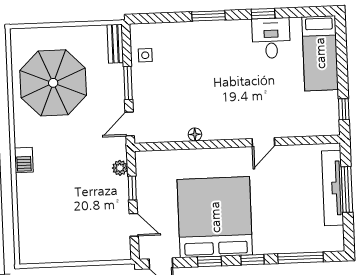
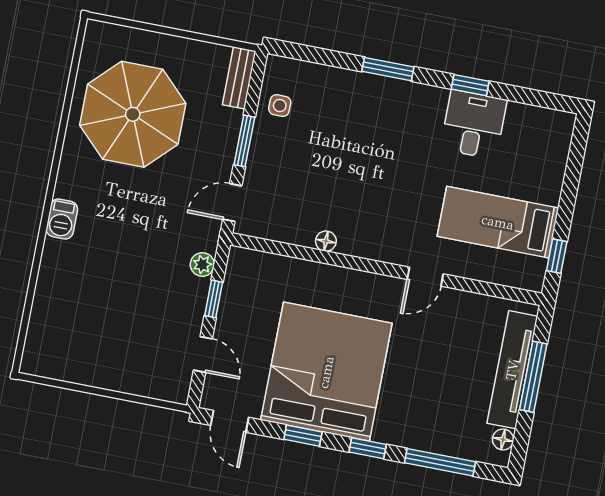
bed: (320, 53) -> (498, 222), moved, turned 90
floor lamp: (337, 234) -> (503, 440), added

